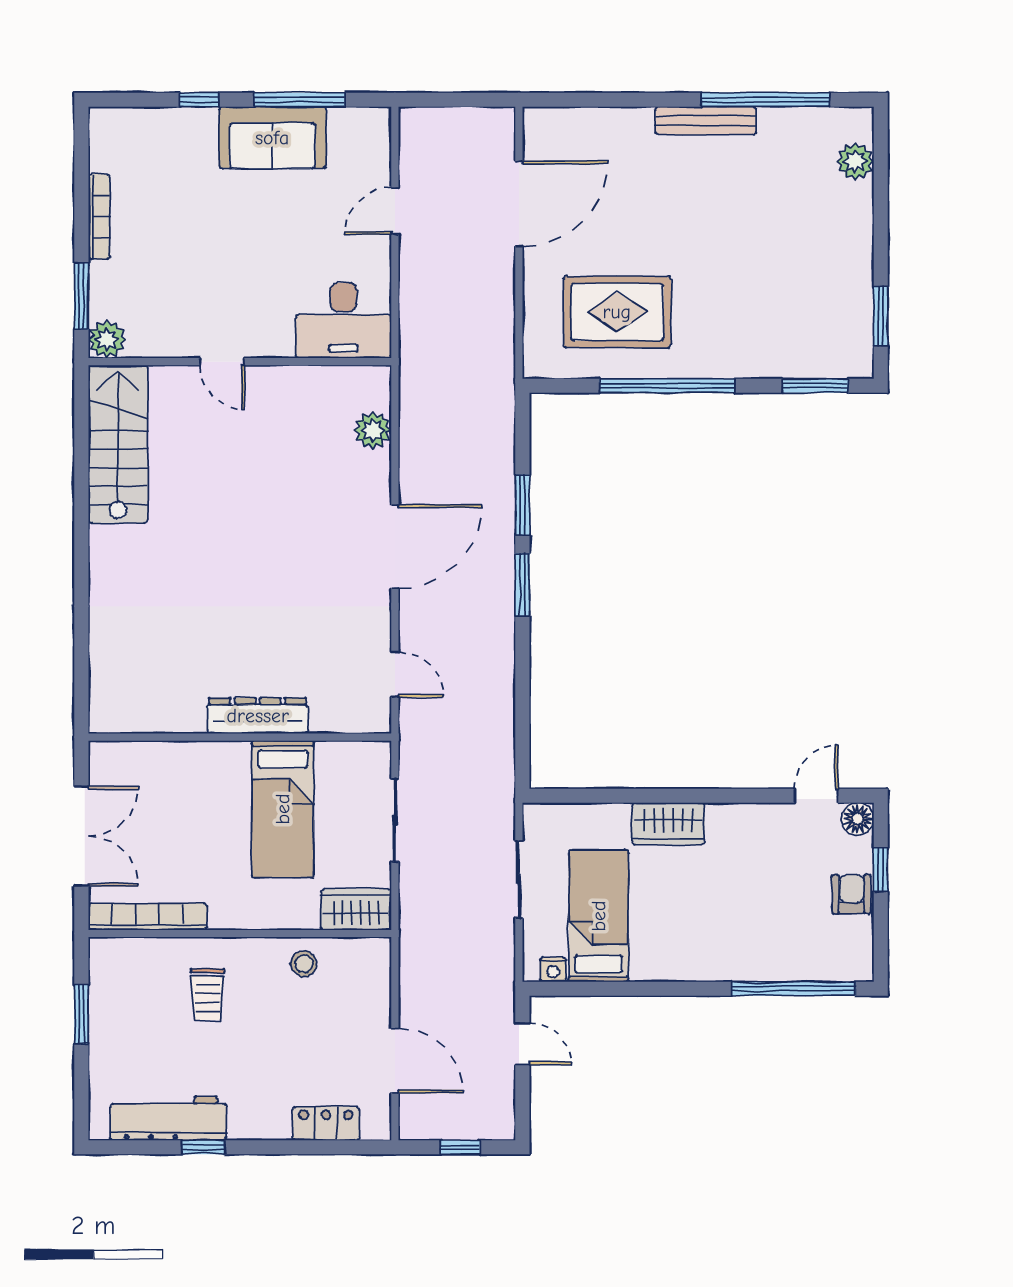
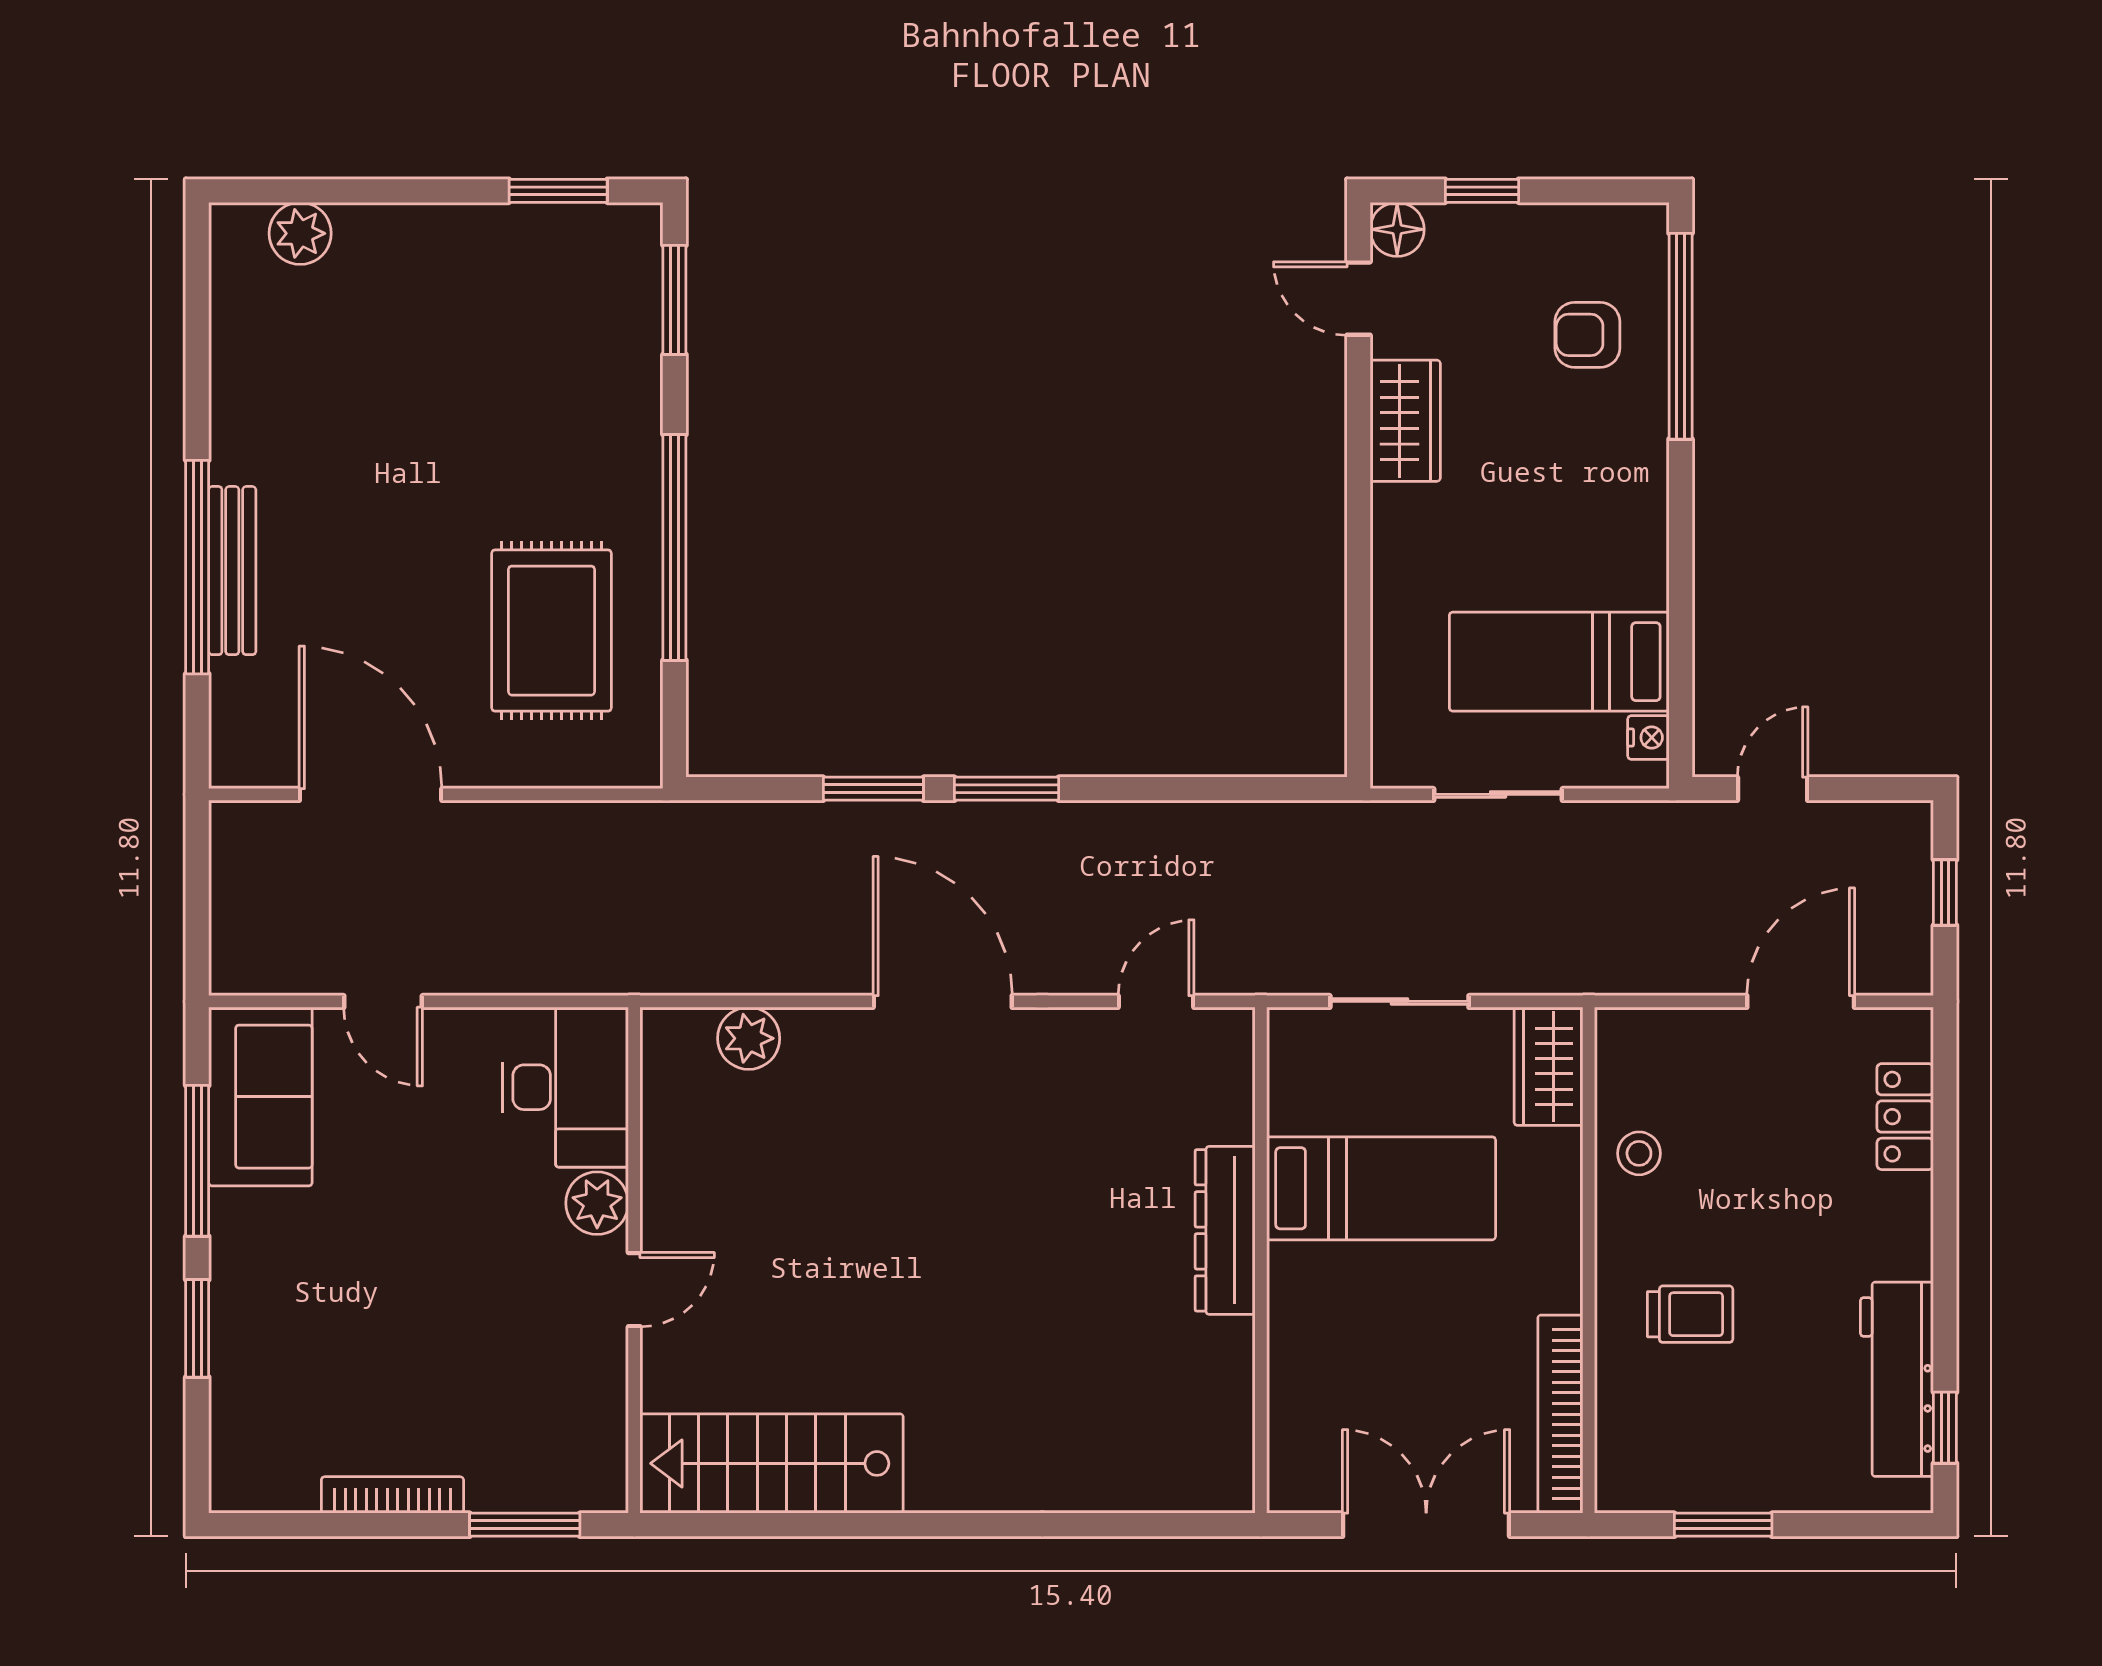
window: (199, 100) -> (197, 1328), width x1.50
window: (766, 100) -> (197, 567), moved
bench: (706, 121) -> (232, 571), moved
sofa: (272, 138) -> (260, 1097), moved
plant: (107, 339) -> (597, 1203), moved
wardrobe: (668, 824) -> (1405, 421), moved
armchair: (852, 894) -> (1587, 335), moved
window: (204, 1147) -> (1945, 1428), moved

